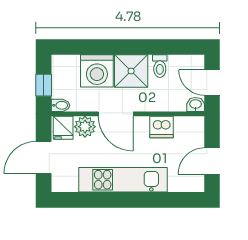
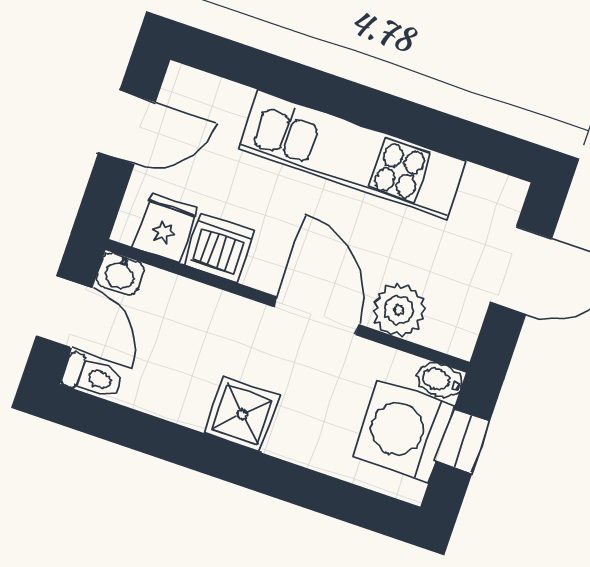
toilet: (160, 66) -> (92, 377), moved, turned 90
washing machine: (97, 71) -> (403, 431), moved, turned -90
shower: (131, 71) -> (242, 414), width x0.73, depth x0.73
fridge: (63, 128) -> (165, 228), moved

